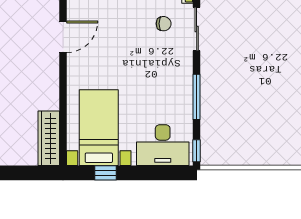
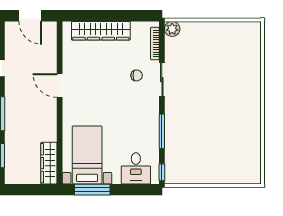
door: (63, 37) -> (60, 86), swing flipped
desk: (163, 145) -> (136, 168), width x0.73
window: (106, 173) -> (92, 190), width x2.17

